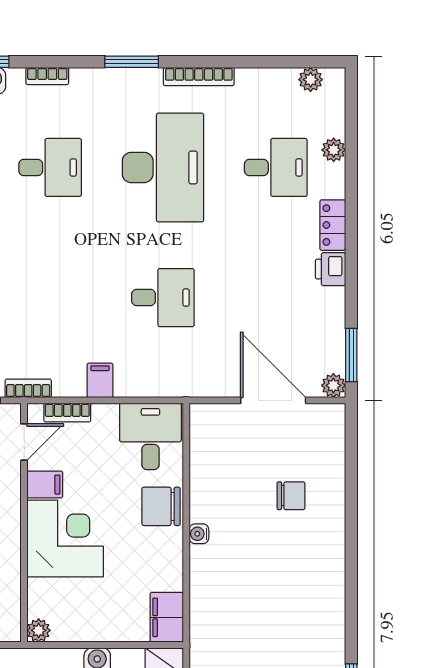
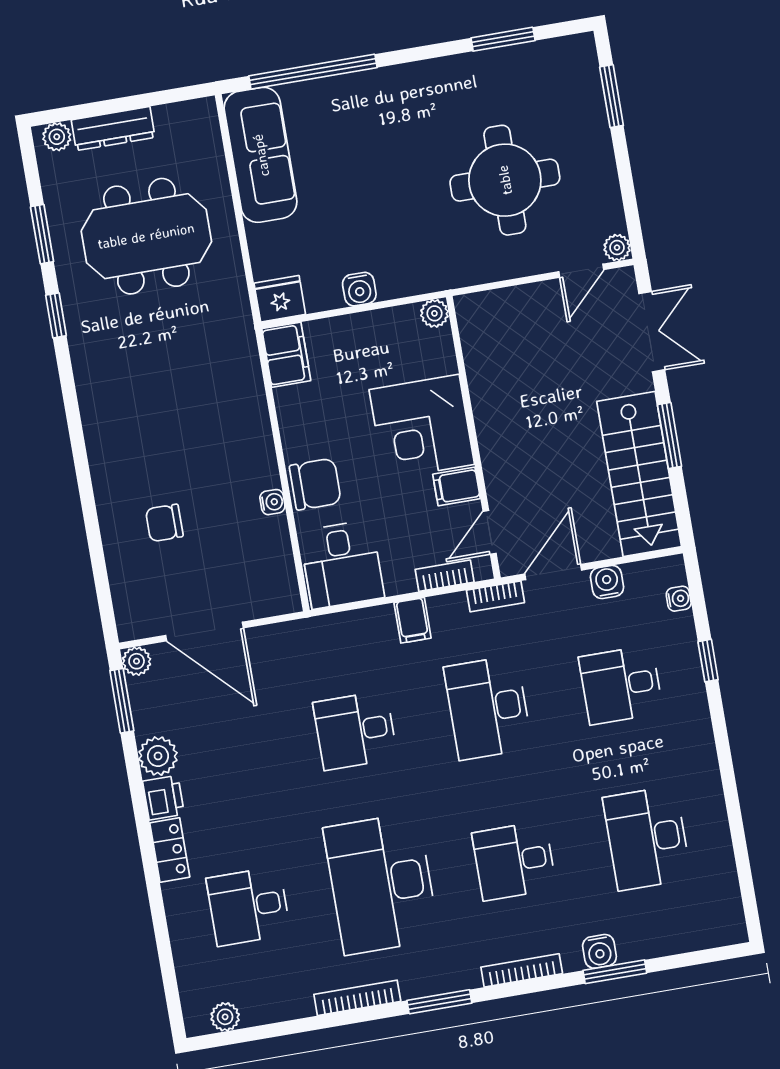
bookcase: (47, 76) -> (522, 970), width x1.56
plant: (334, 150) -> (158, 756), moved, width x1.38, depth x1.38
desk: (50, 298) -> (488, 708), added
water cooler: (199, 534) -> (272, 502), moved

